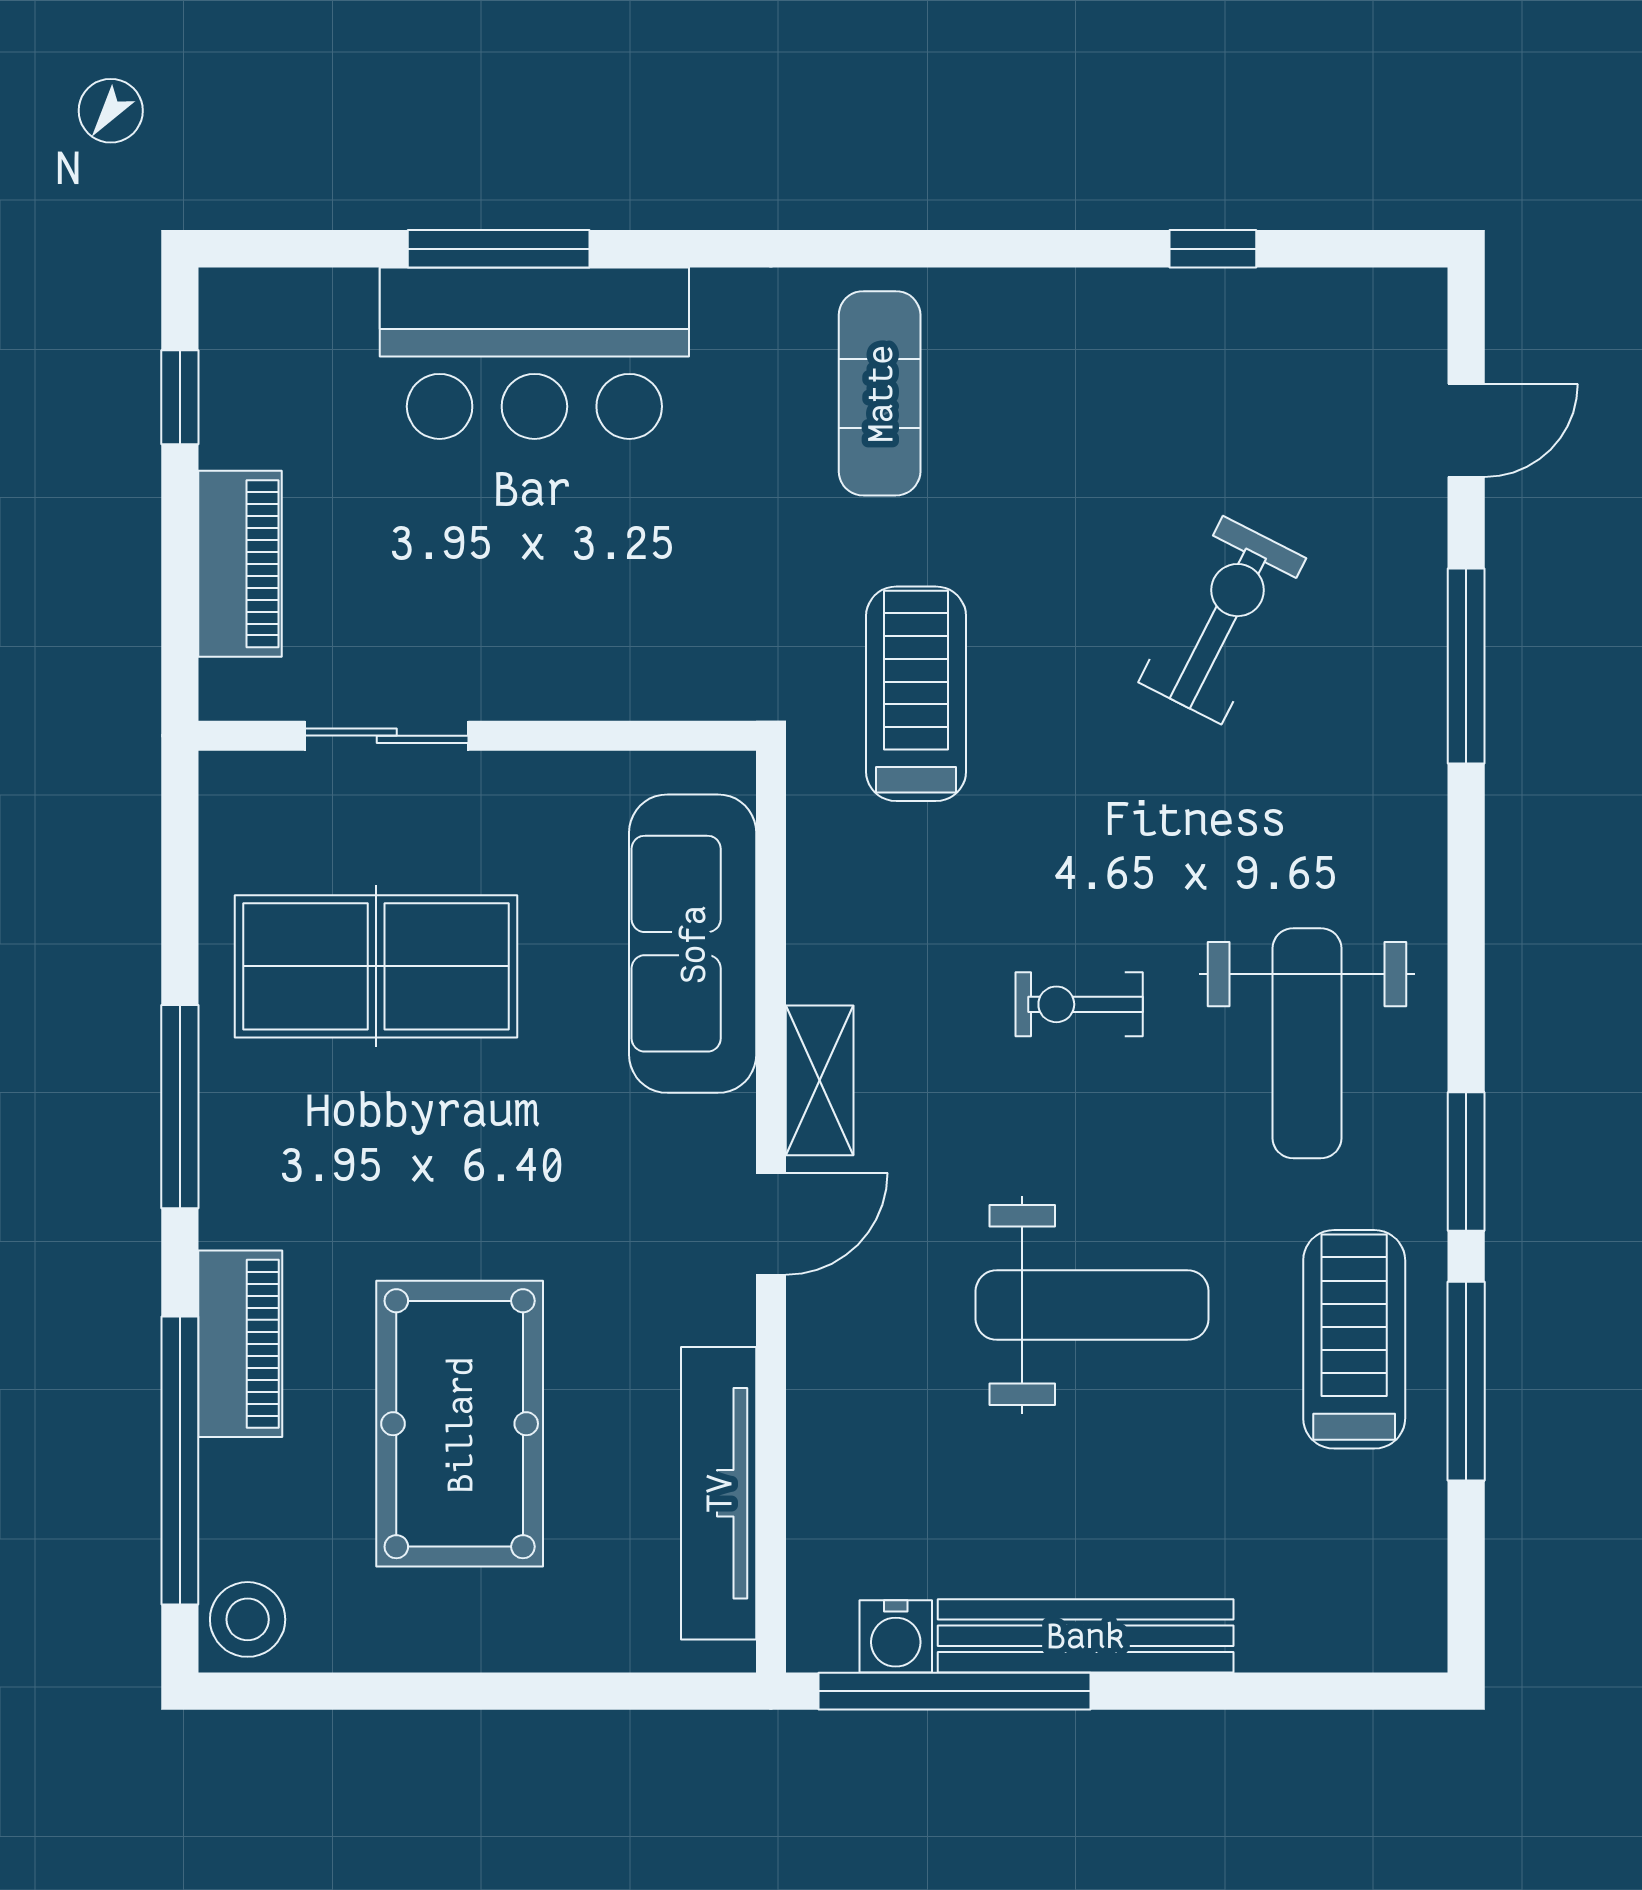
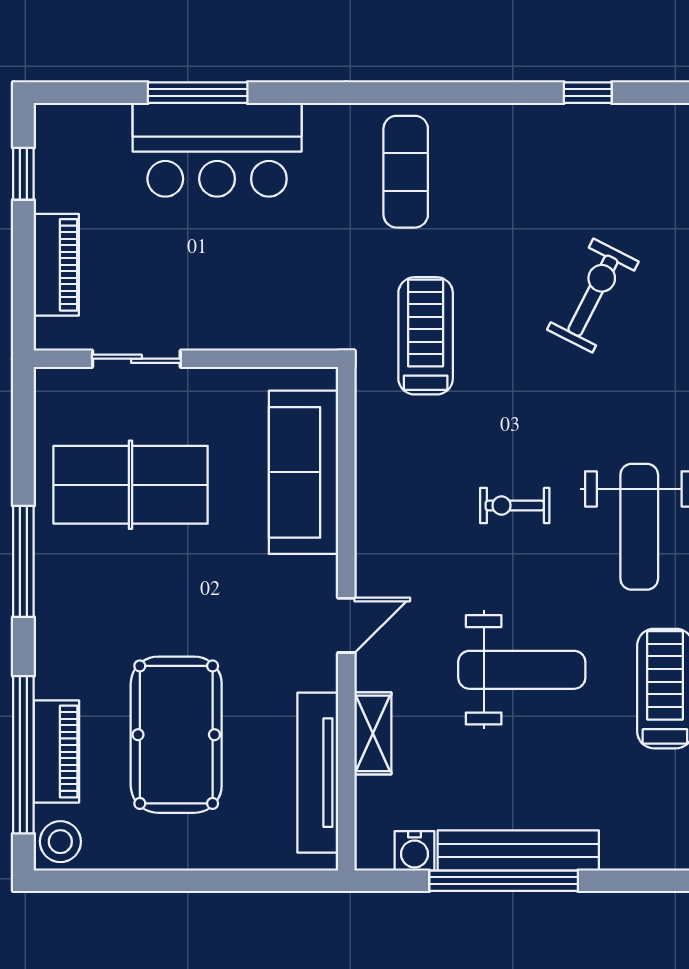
shelving: (820, 1080) -> (373, 733), moved
piano: (240, 1344) -> (56, 752), moved
window: (954, 1691) -> (504, 881), moved

